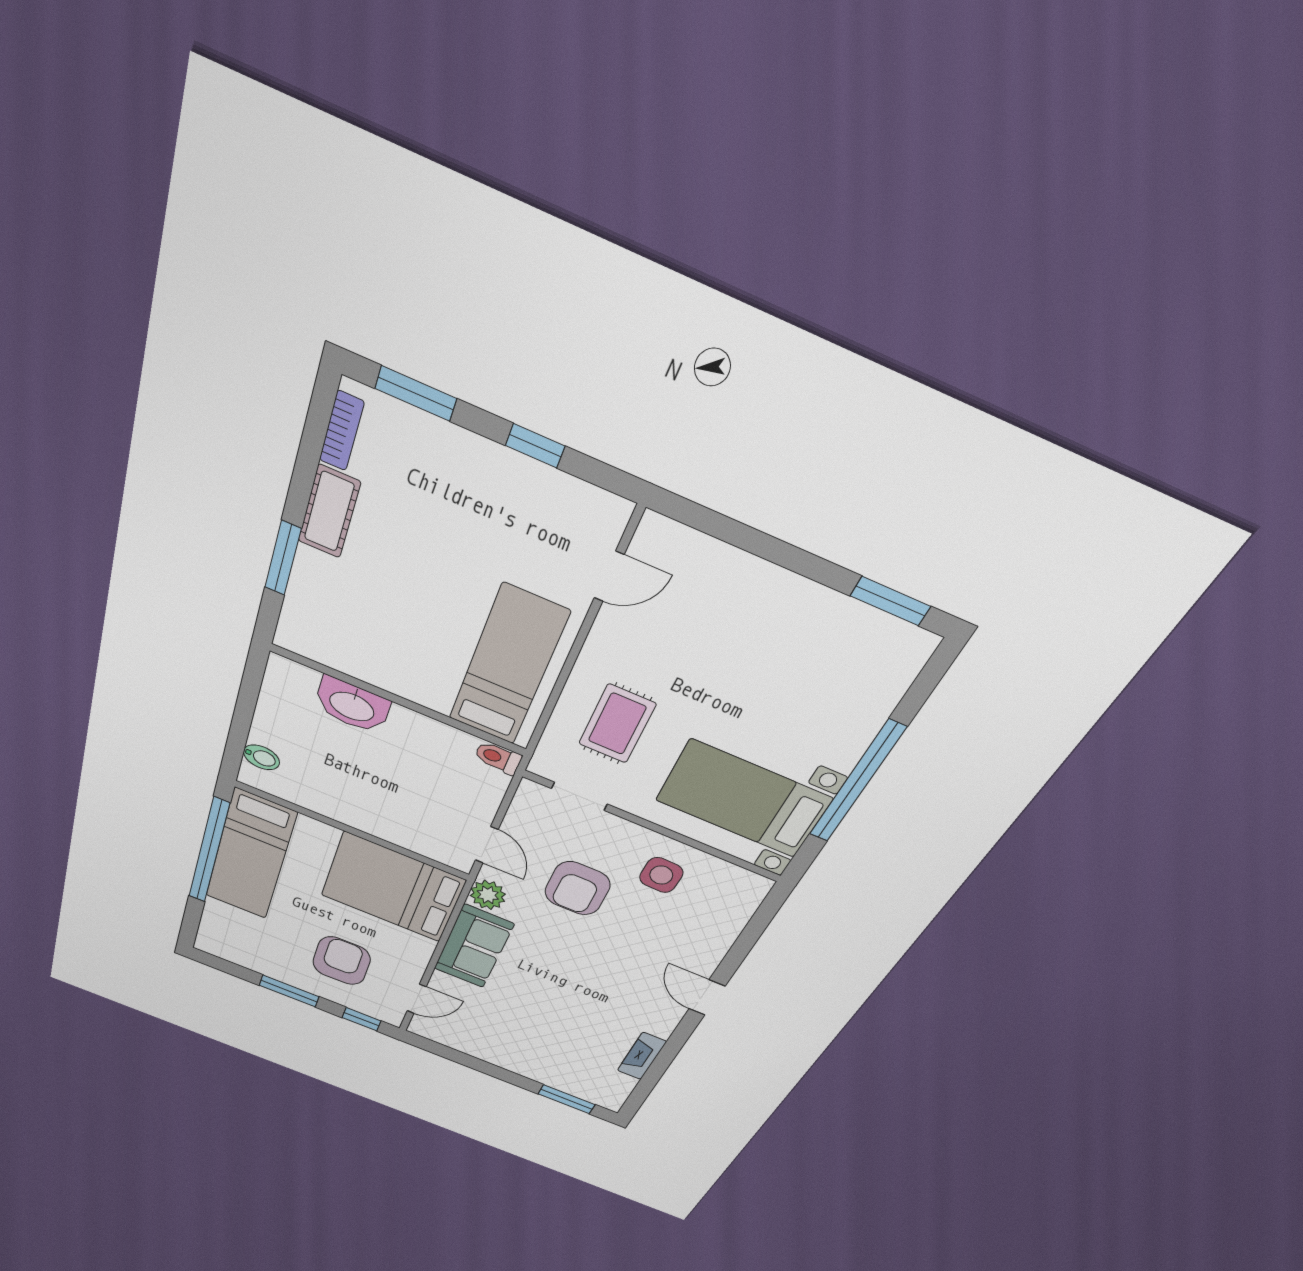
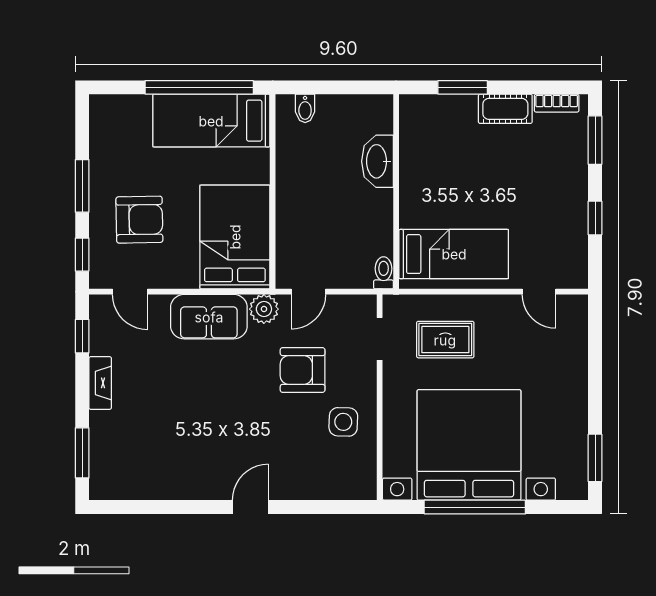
bed with nightstands: (743, 799) -> (469, 445), width x1.85
window: (447, 1052) -> (82, 336), added
fireplace: (642, 1056) -> (100, 383), moved, turned 90

